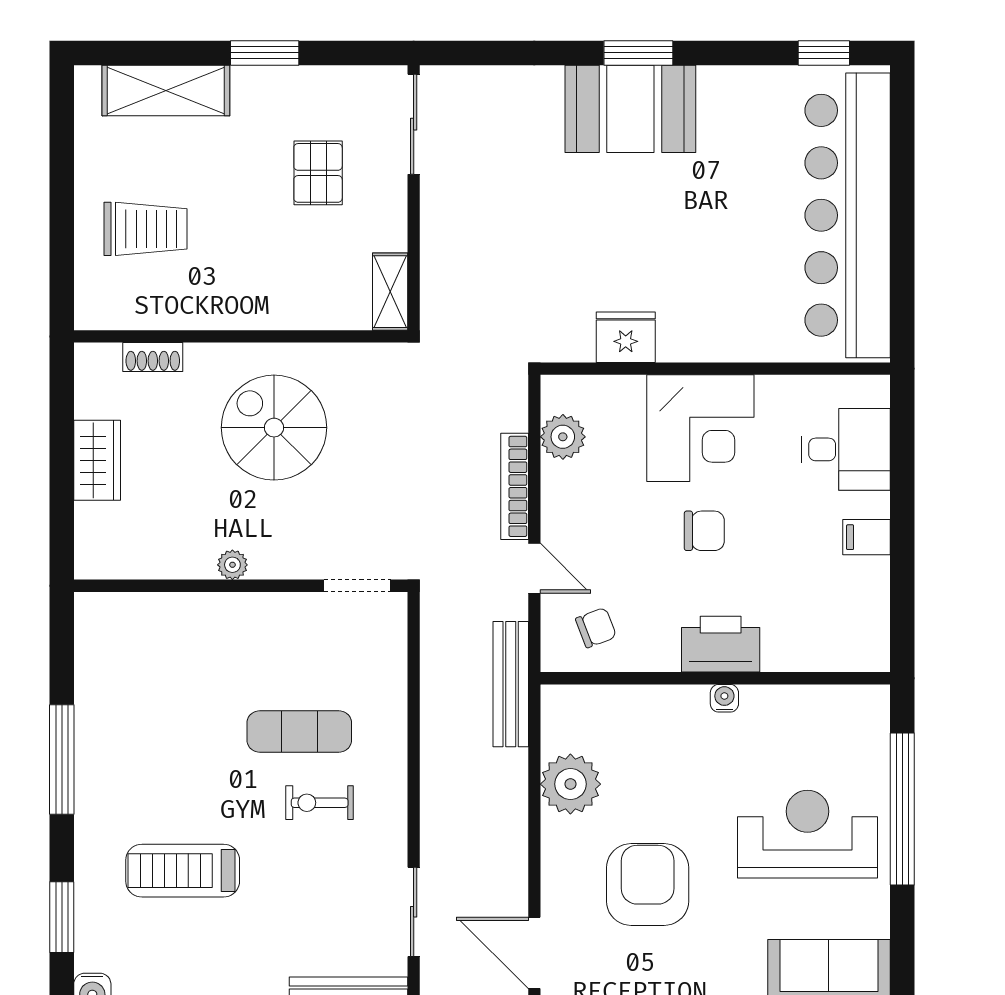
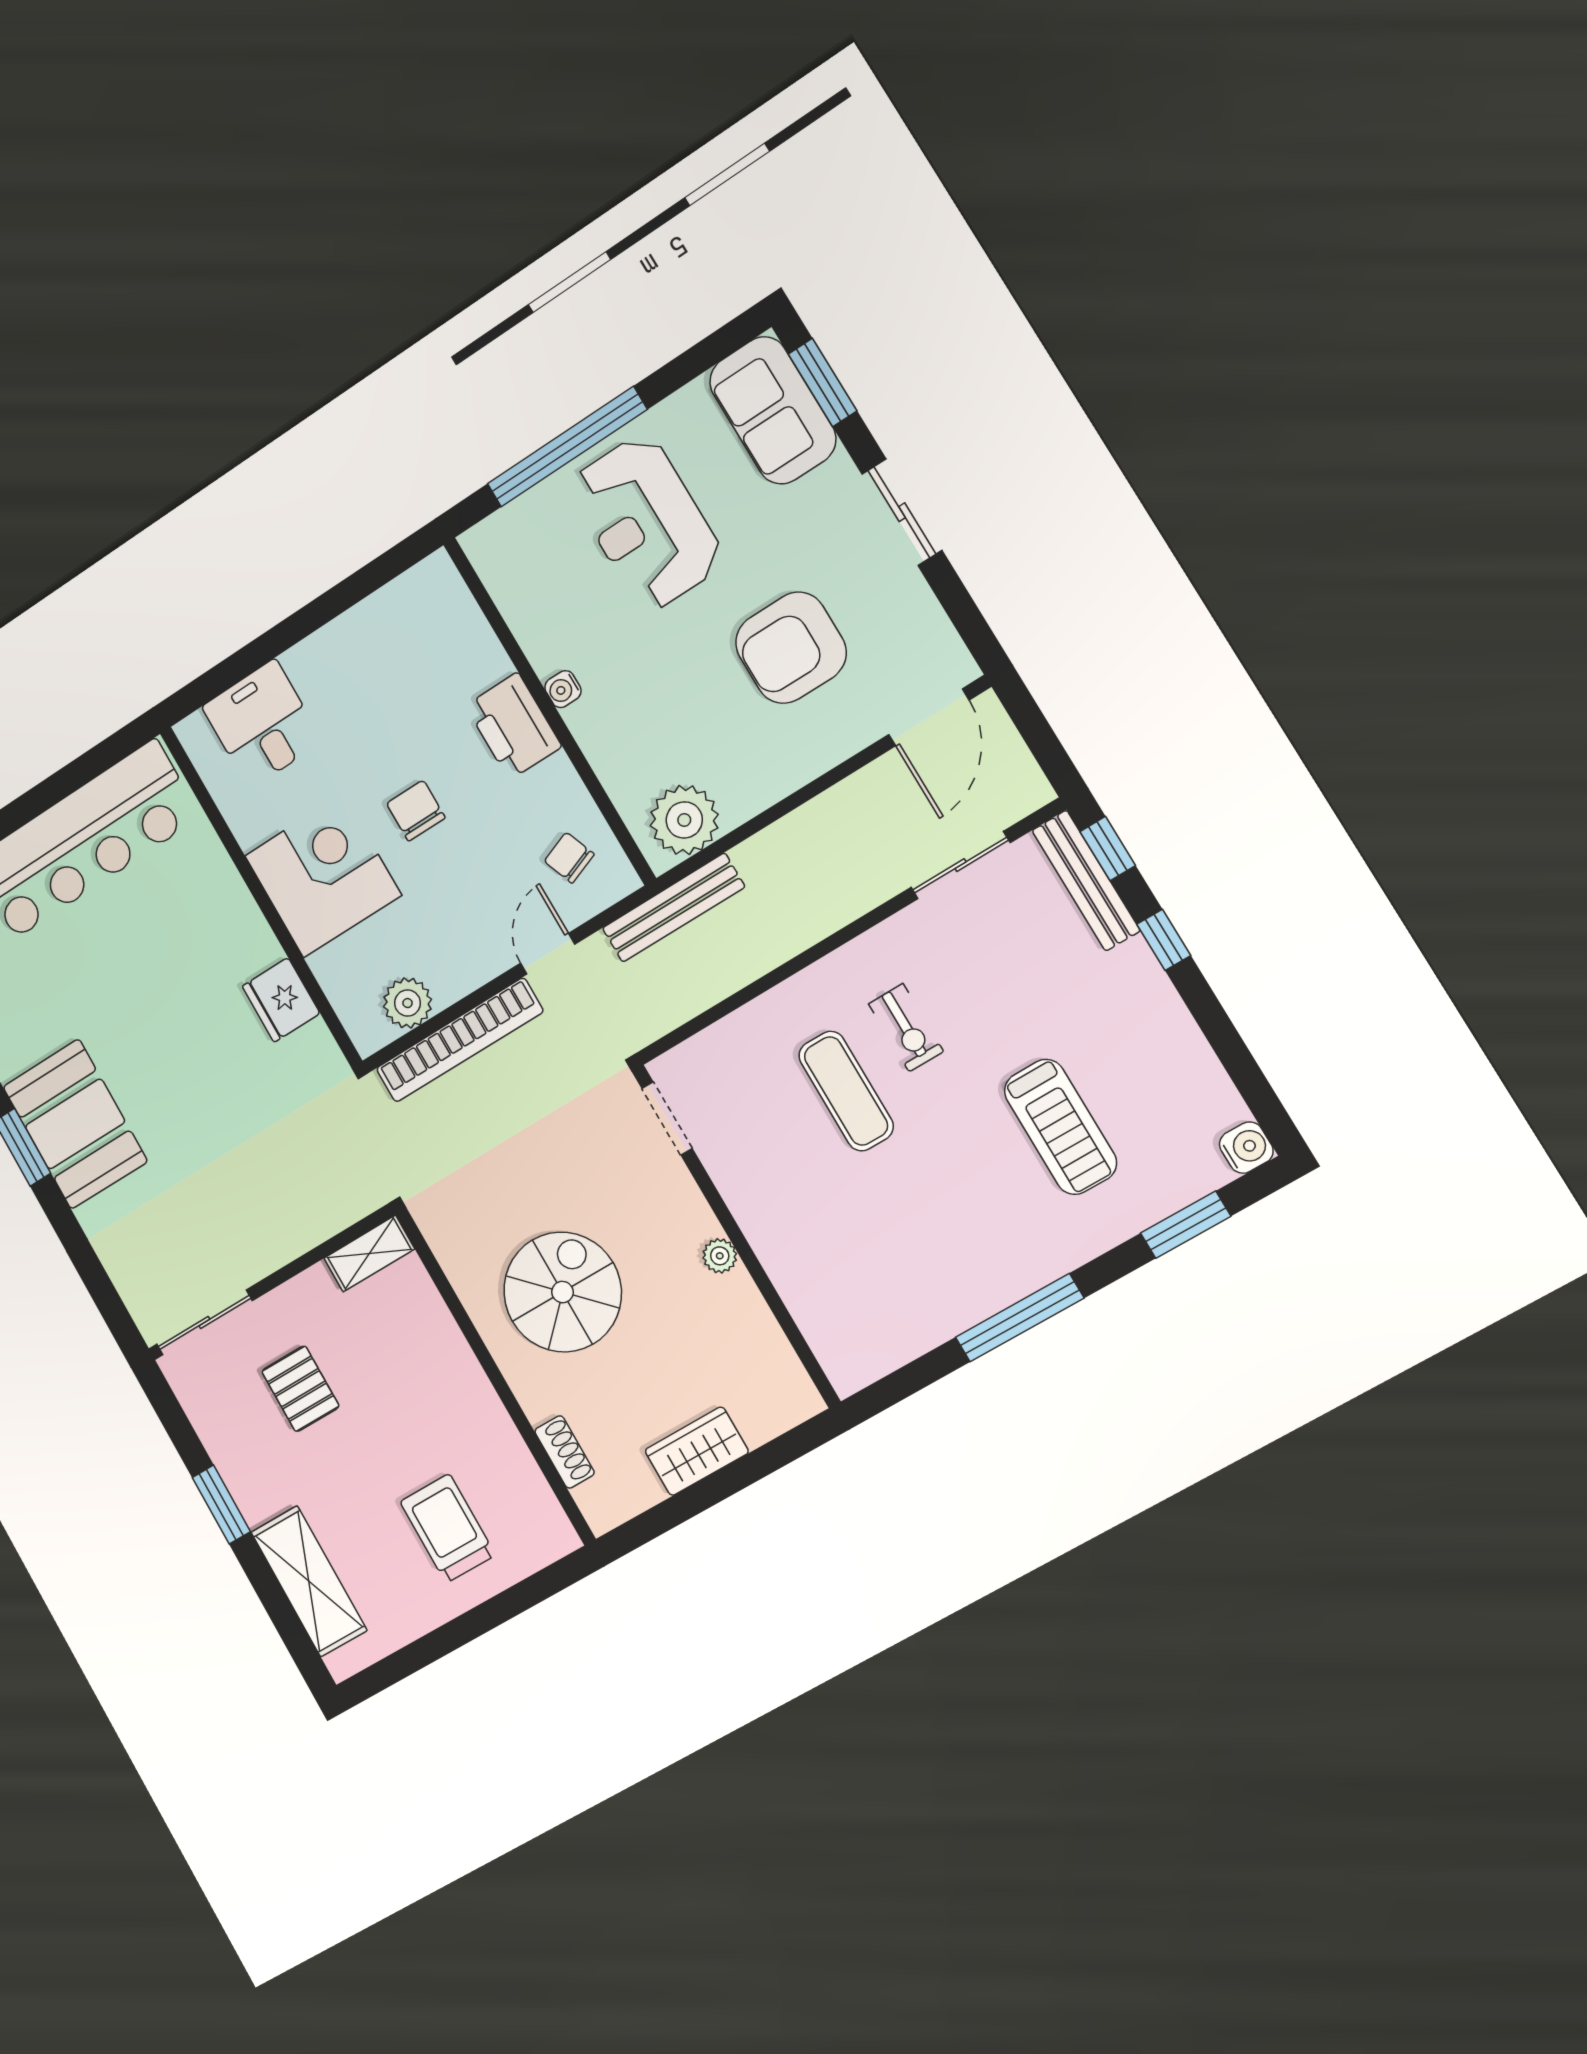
pallet: (318, 173) -> (300, 1389), turned 90
spiral stairs: (274, 428) -> (563, 1292), turned 180
bookcase: (515, 486) -> (459, 1040), width x1.48, depth x1.31
filing cabinet: (867, 537) -> (331, 651), removed
plant: (570, 784) -> (684, 820), moved

